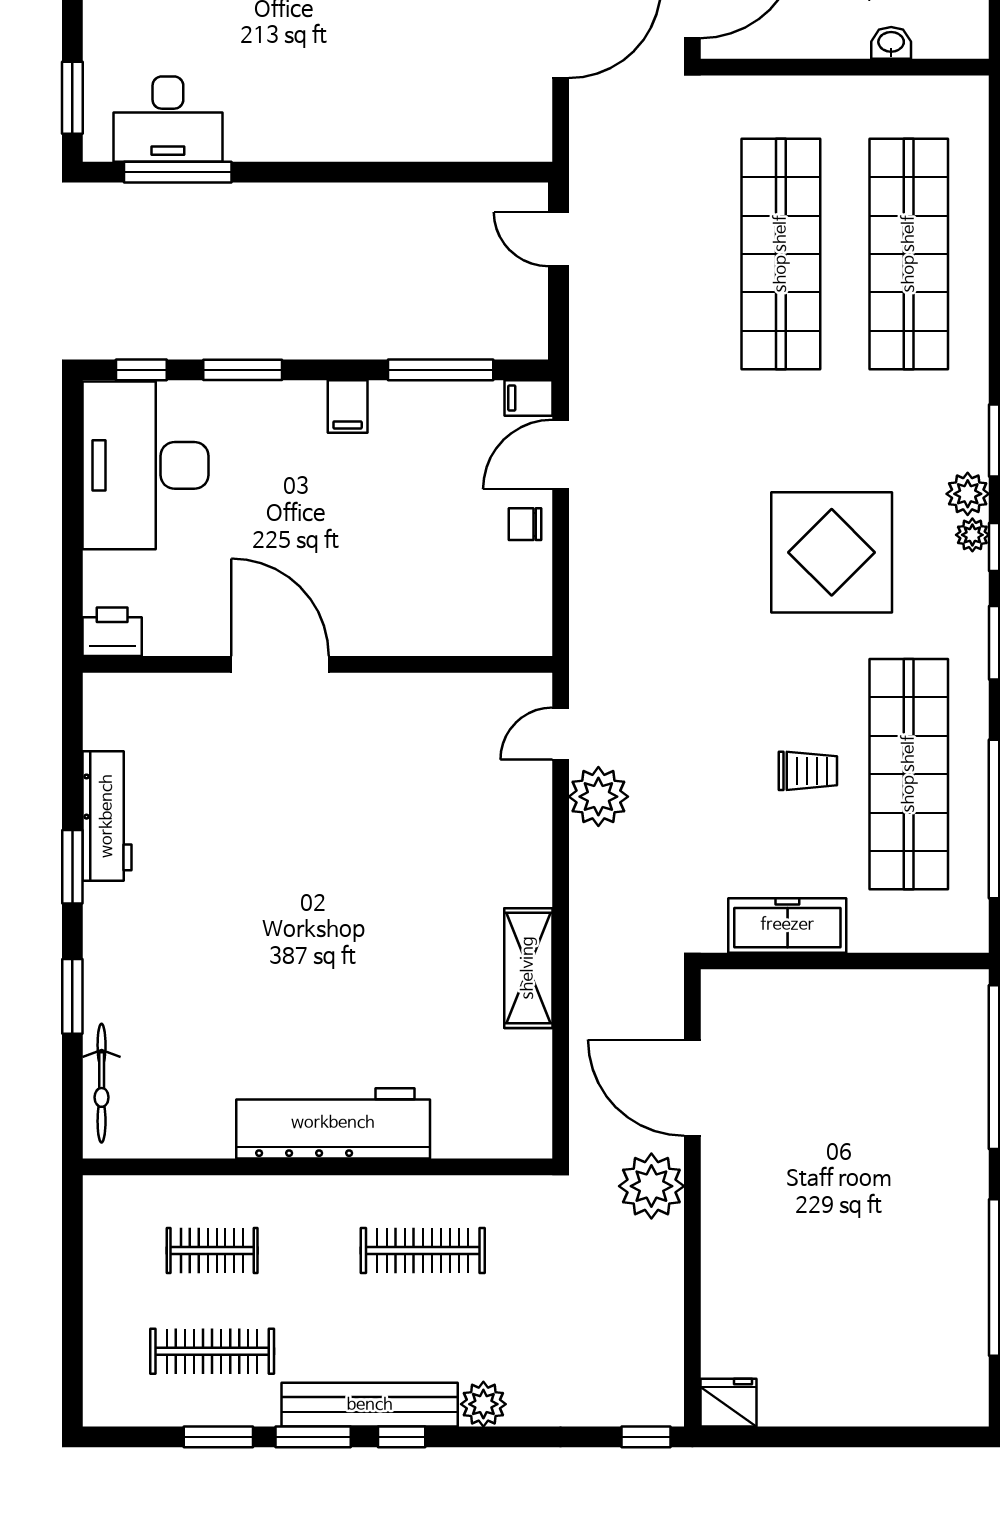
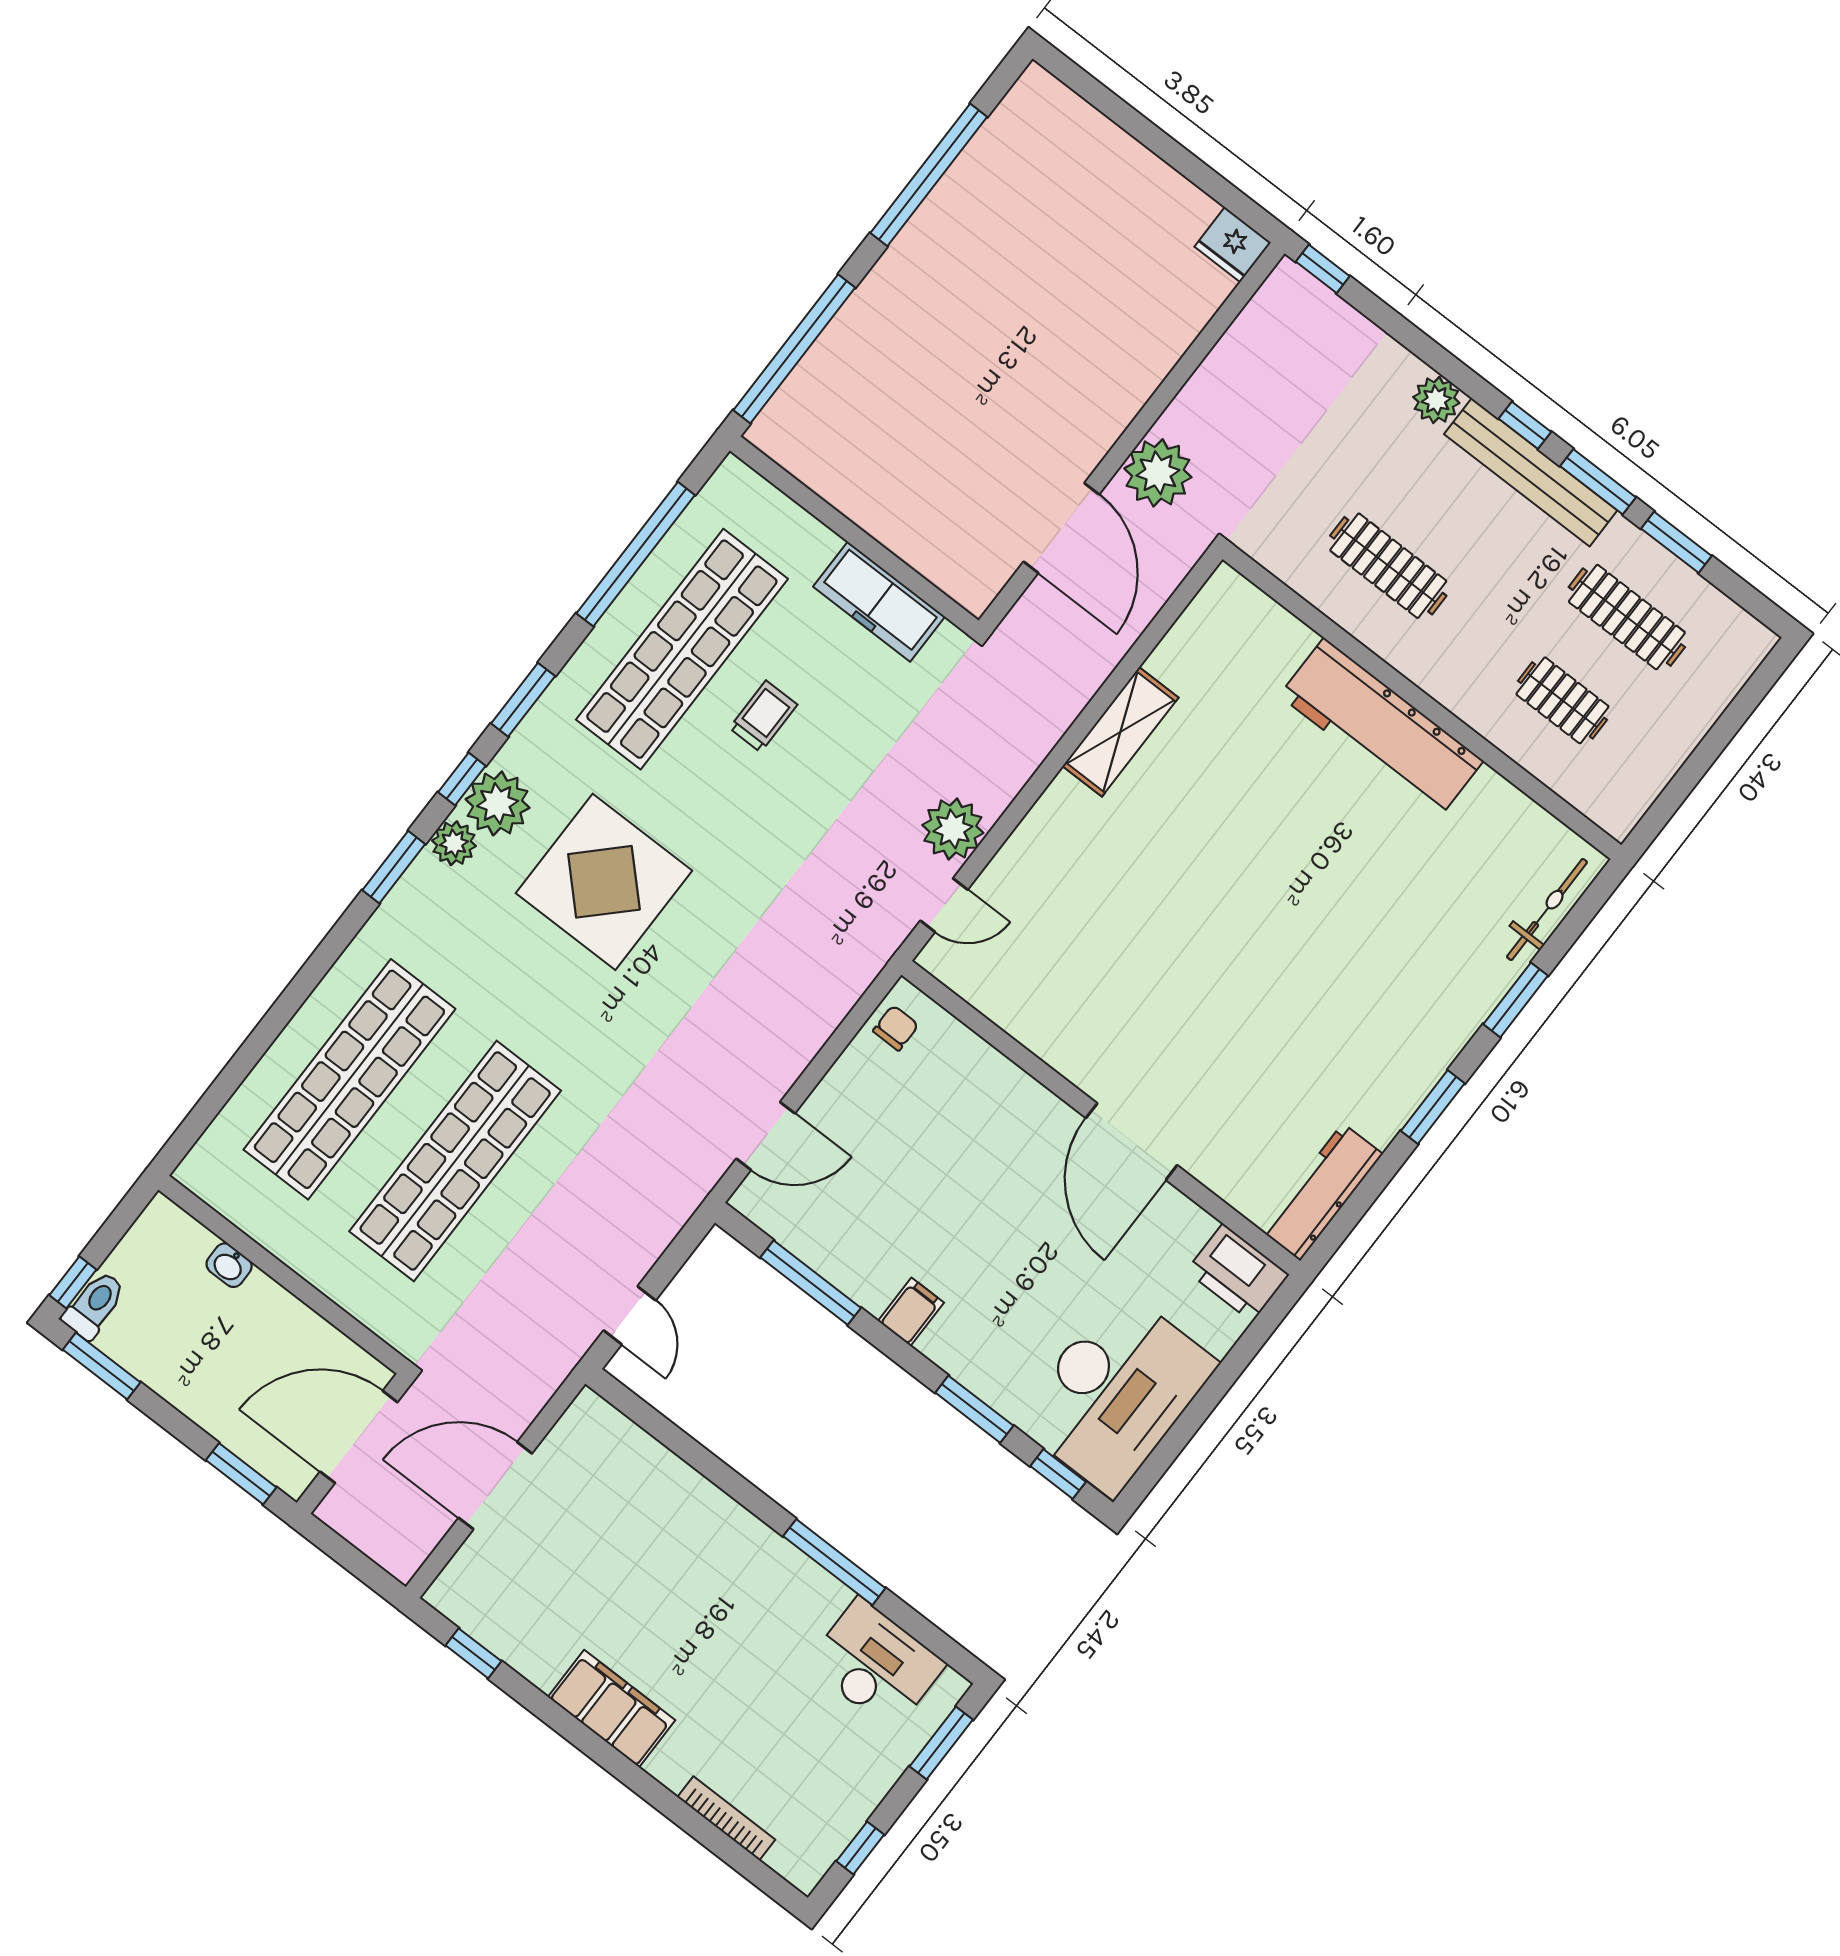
window: (178, 172) -> (834, 1562), moved
filing cabinet: (528, 398) -> (756, 1203), removed
chair: (525, 524) -> (896, 1028), moved, turned -90
plant: (972, 535) -> (498, 803), width x1.88, depth x1.88
printer: (112, 632) -> (1238, 1273), width x1.37, depth x1.19
trolley: (808, 771) -> (763, 716), turned 90
workbench: (107, 816) -> (1321, 1192), moved

